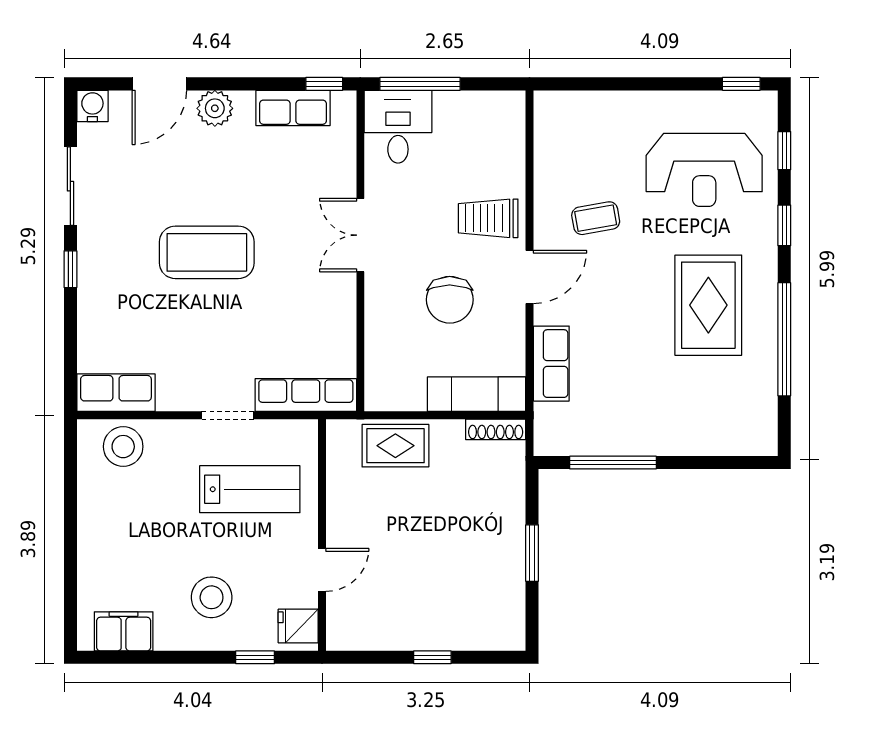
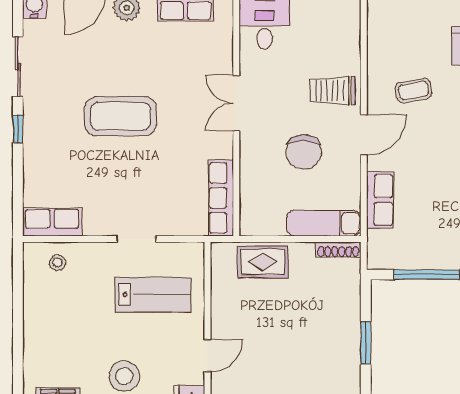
row of seats: (306, 395) -> (221, 198), moved, turned -90
stool: (123, 447) -> (58, 263), width x0.53, depth x0.53

